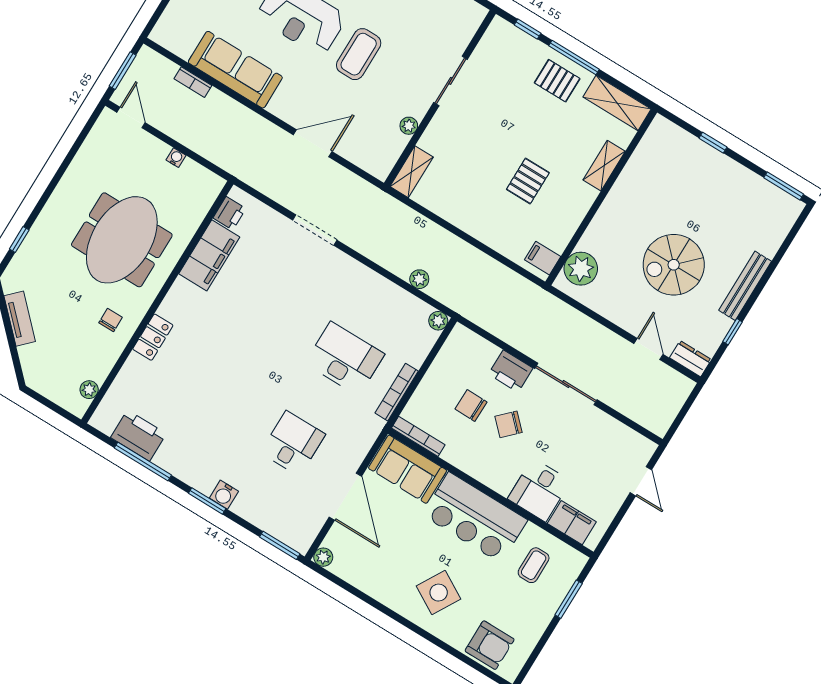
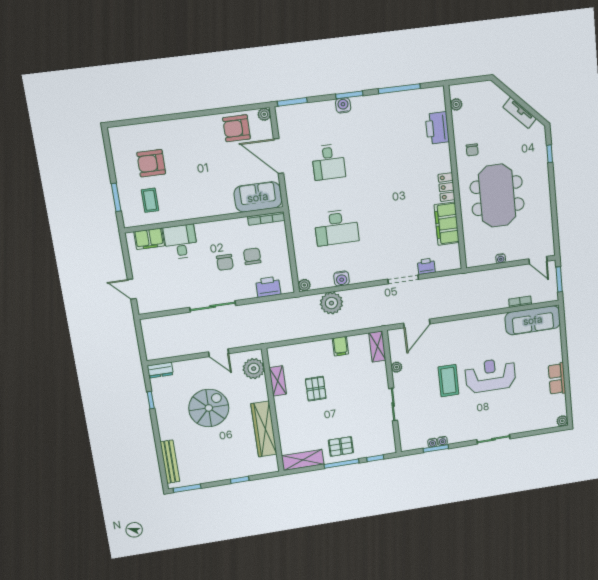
sofa: (235, 70) -> (533, 320), moved
door: (313, 143) -> (417, 324), moved
shelving: (604, 166) -> (278, 381), moved
wardrobe: (631, 183) -> (264, 429), added
printer: (229, 213) -> (426, 266), moved, turned 90
filing cabinet: (543, 258) -> (340, 346), moved, turned 90
plant: (419, 279) -> (331, 303), width x1.88, depth x1.88
bench: (745, 286) -> (170, 462), moved
water cooler: (388, 292) -> (342, 279), added
locker: (153, 337) -> (447, 187), moved
door: (648, 349) -> (219, 353), moved
printer: (511, 371) -> (268, 287), moved
bookcase: (397, 392) -> (296, 232), removed
chair: (471, 406) -> (252, 256), turned -91
chair: (509, 424) -> (225, 262), turned 135
printer: (138, 436) -> (437, 128), moved, turned 90
bar counter: (475, 518) -> (202, 200), removed
armchair: (368, 567) -> (237, 128), added
side table: (439, 593) -> (188, 145), removed
armchair: (490, 645) -> (151, 163), moved

